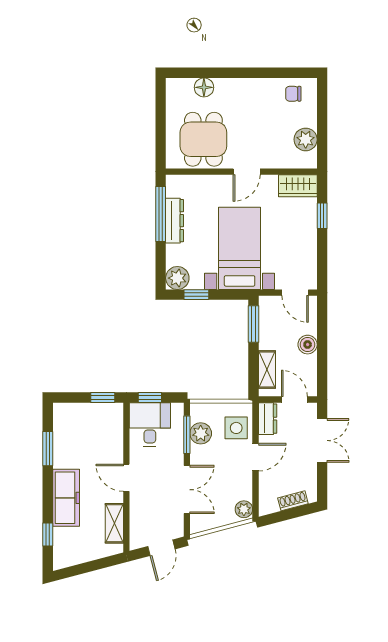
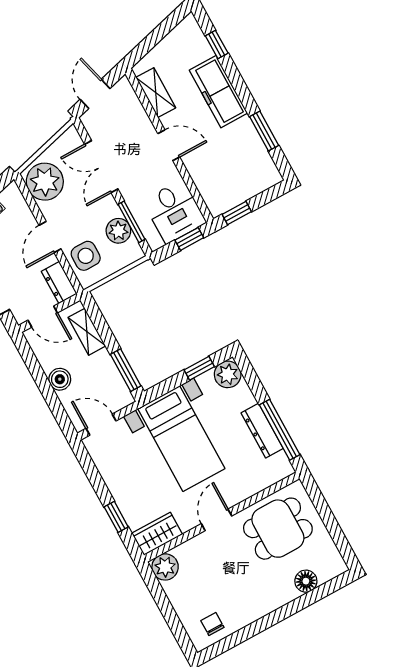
chair: (293, 94) -> (212, 624), turned -90
dining table: (203, 139) -> (278, 529), turned 90
plant: (306, 139) -> (165, 567), moved
plant: (244, 509) -> (45, 182), width x1.87, depth x1.87

